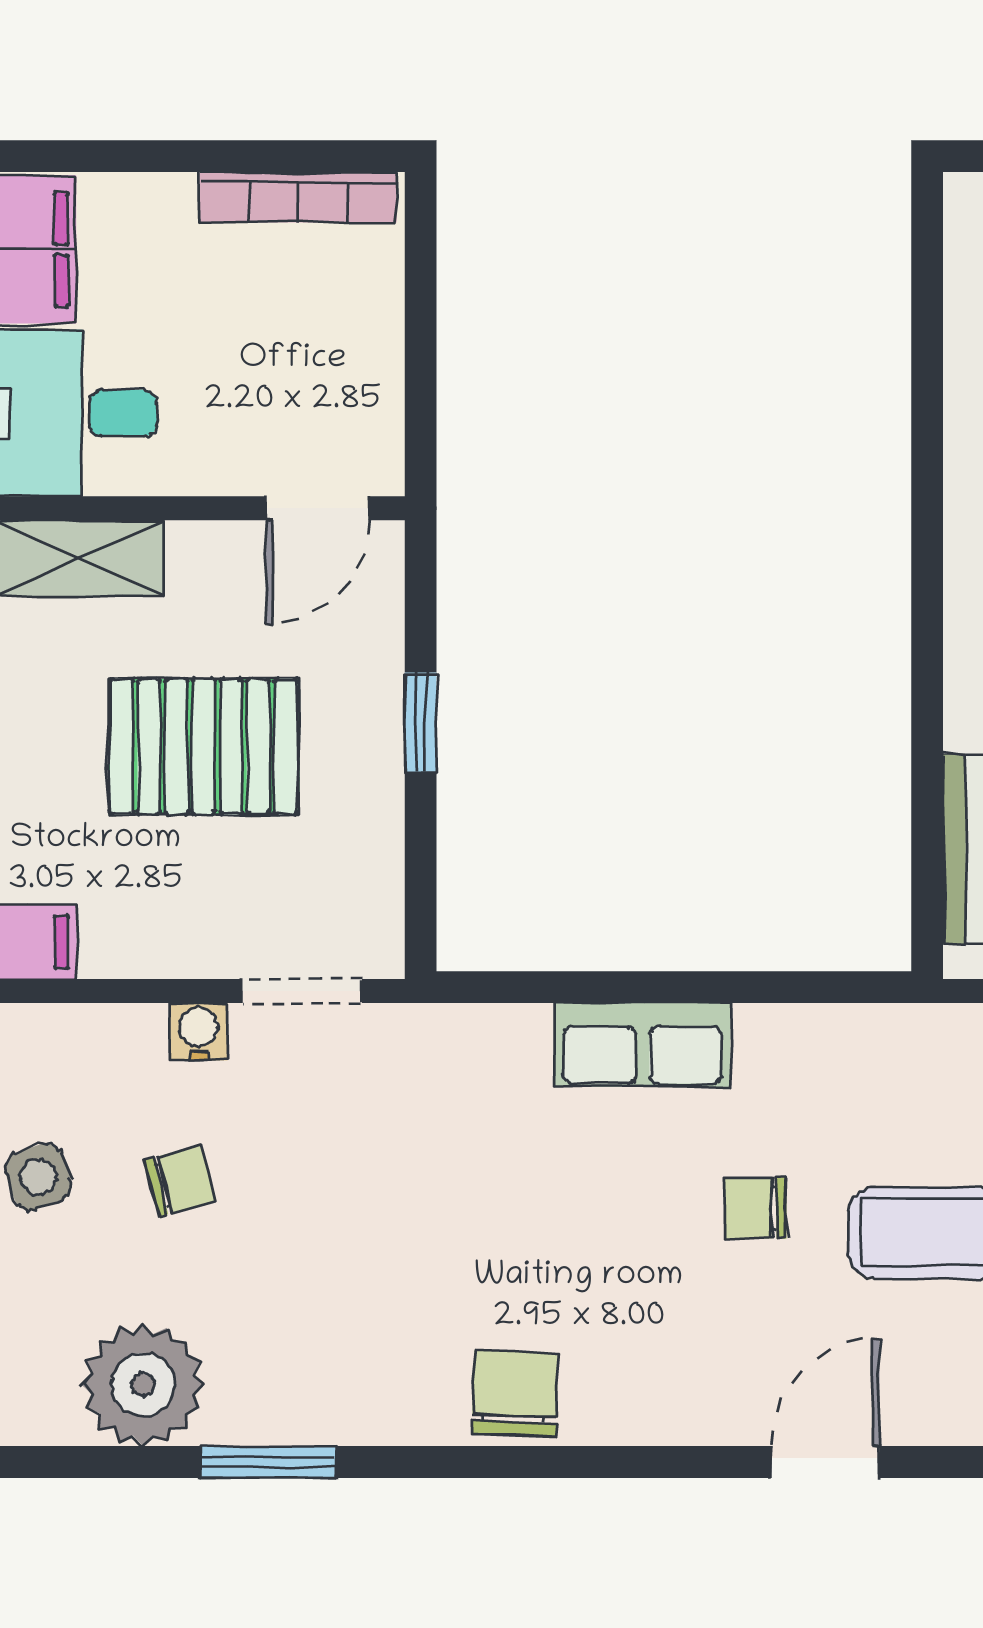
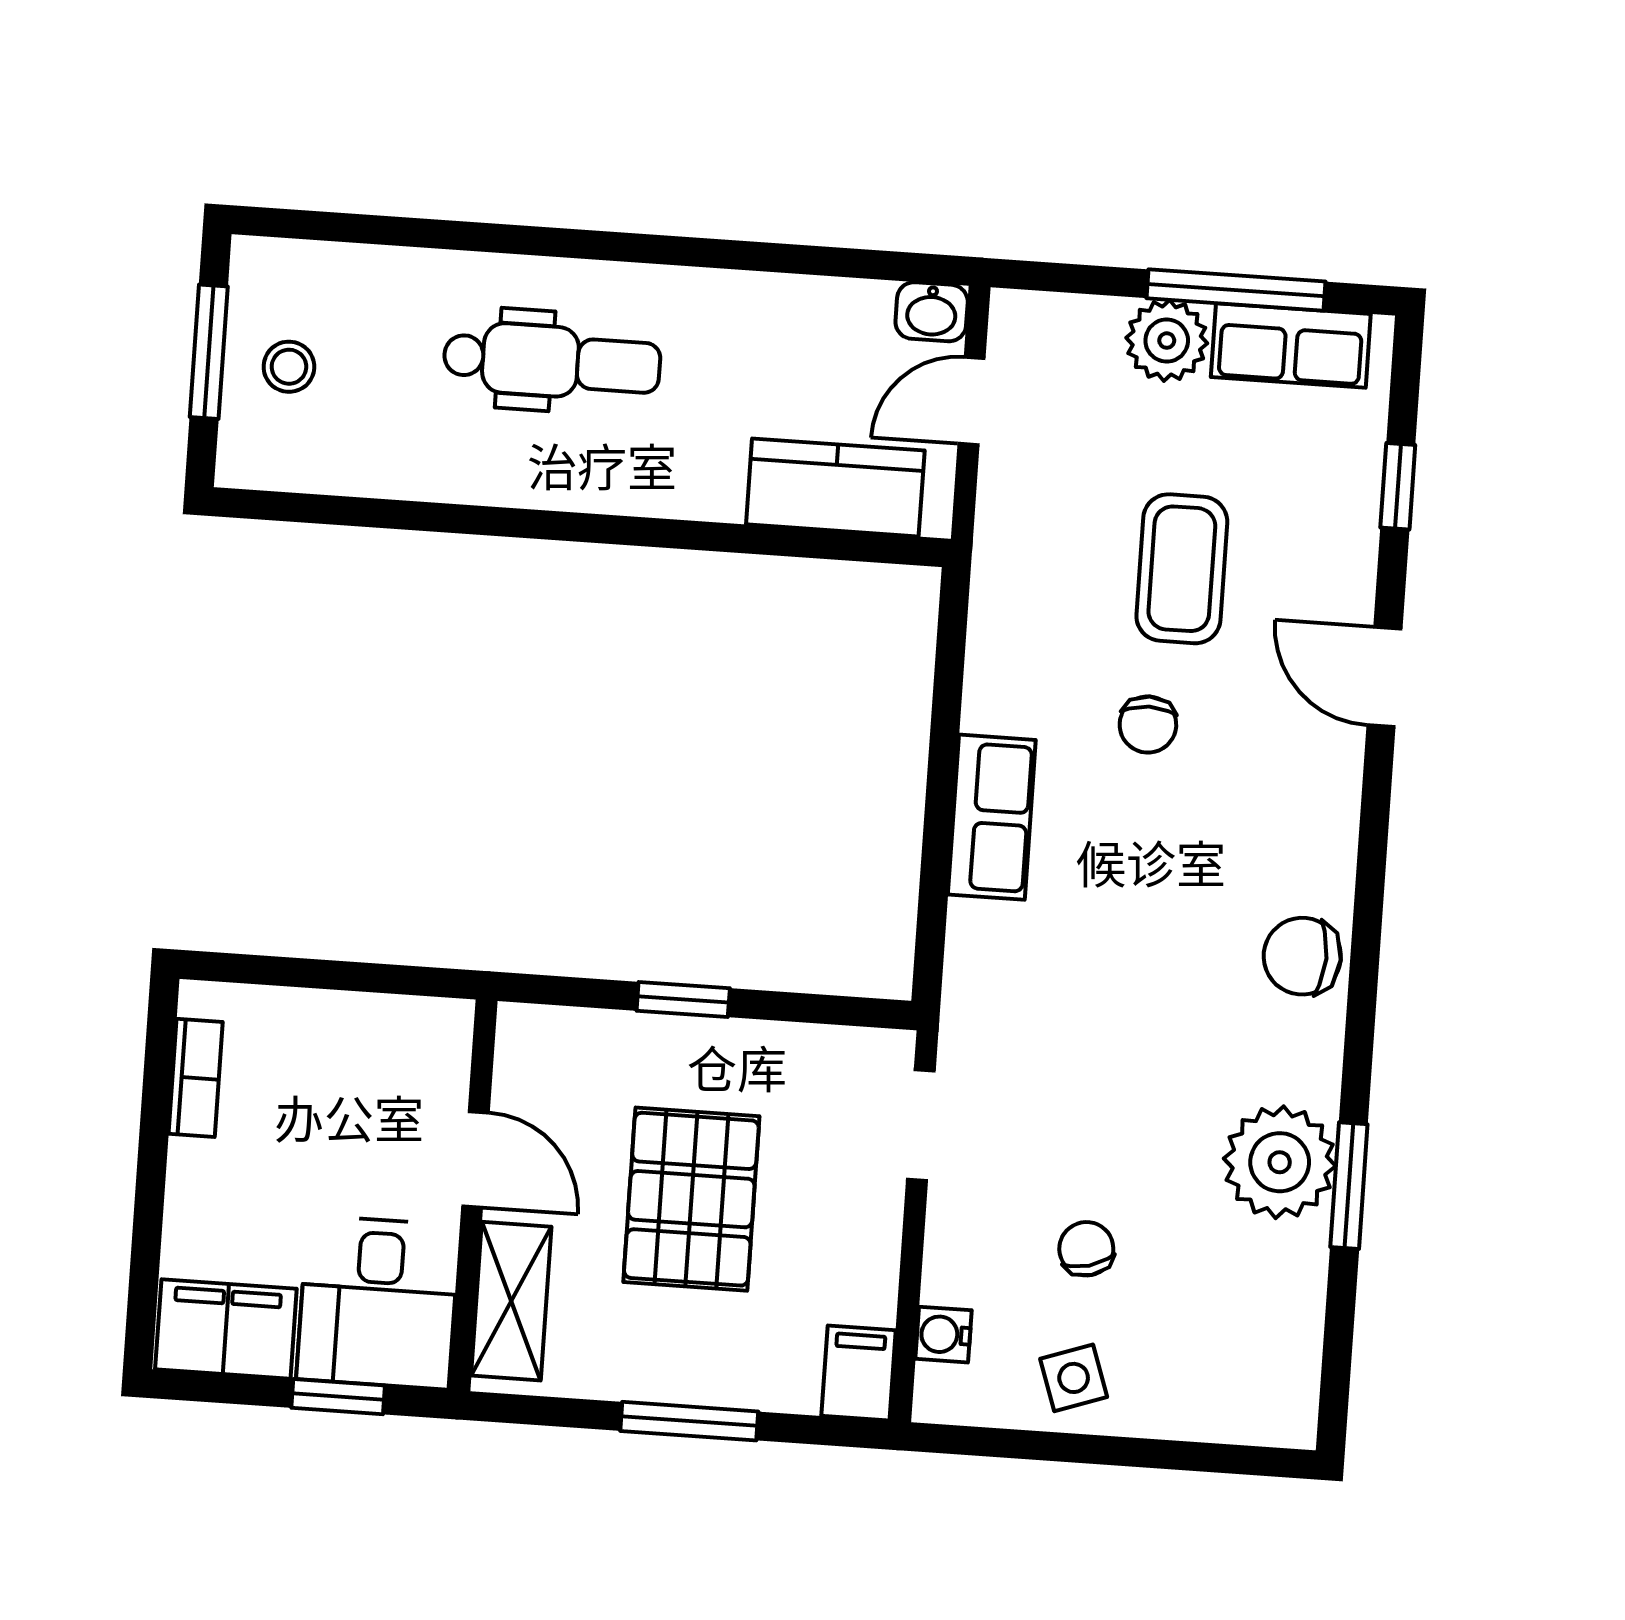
bookcase: (298, 197) -> (196, 1078), width x0.64
door: (318, 508) -> (475, 1159), moved
water cooler: (199, 1032) -> (944, 1335), moved
plant: (143, 1385) -> (1280, 1162), moved

